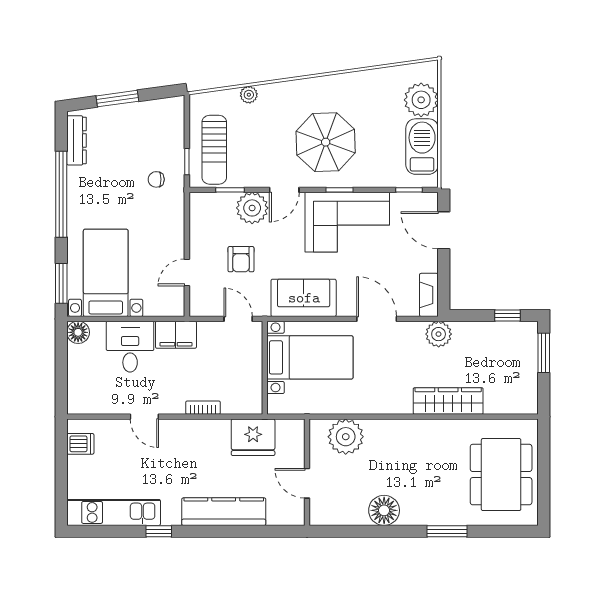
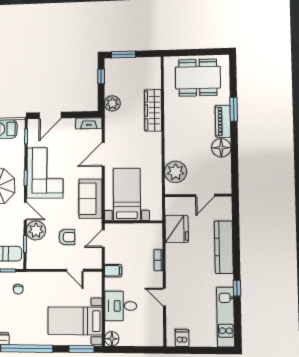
plant: (439, 334) -> (112, 103), moved
filing cabinet: (176, 335) -> (113, 271), width x0.50
door: (144, 417) -> (164, 297), swing flipped
piano: (427, 514) -> (223, 121), added

